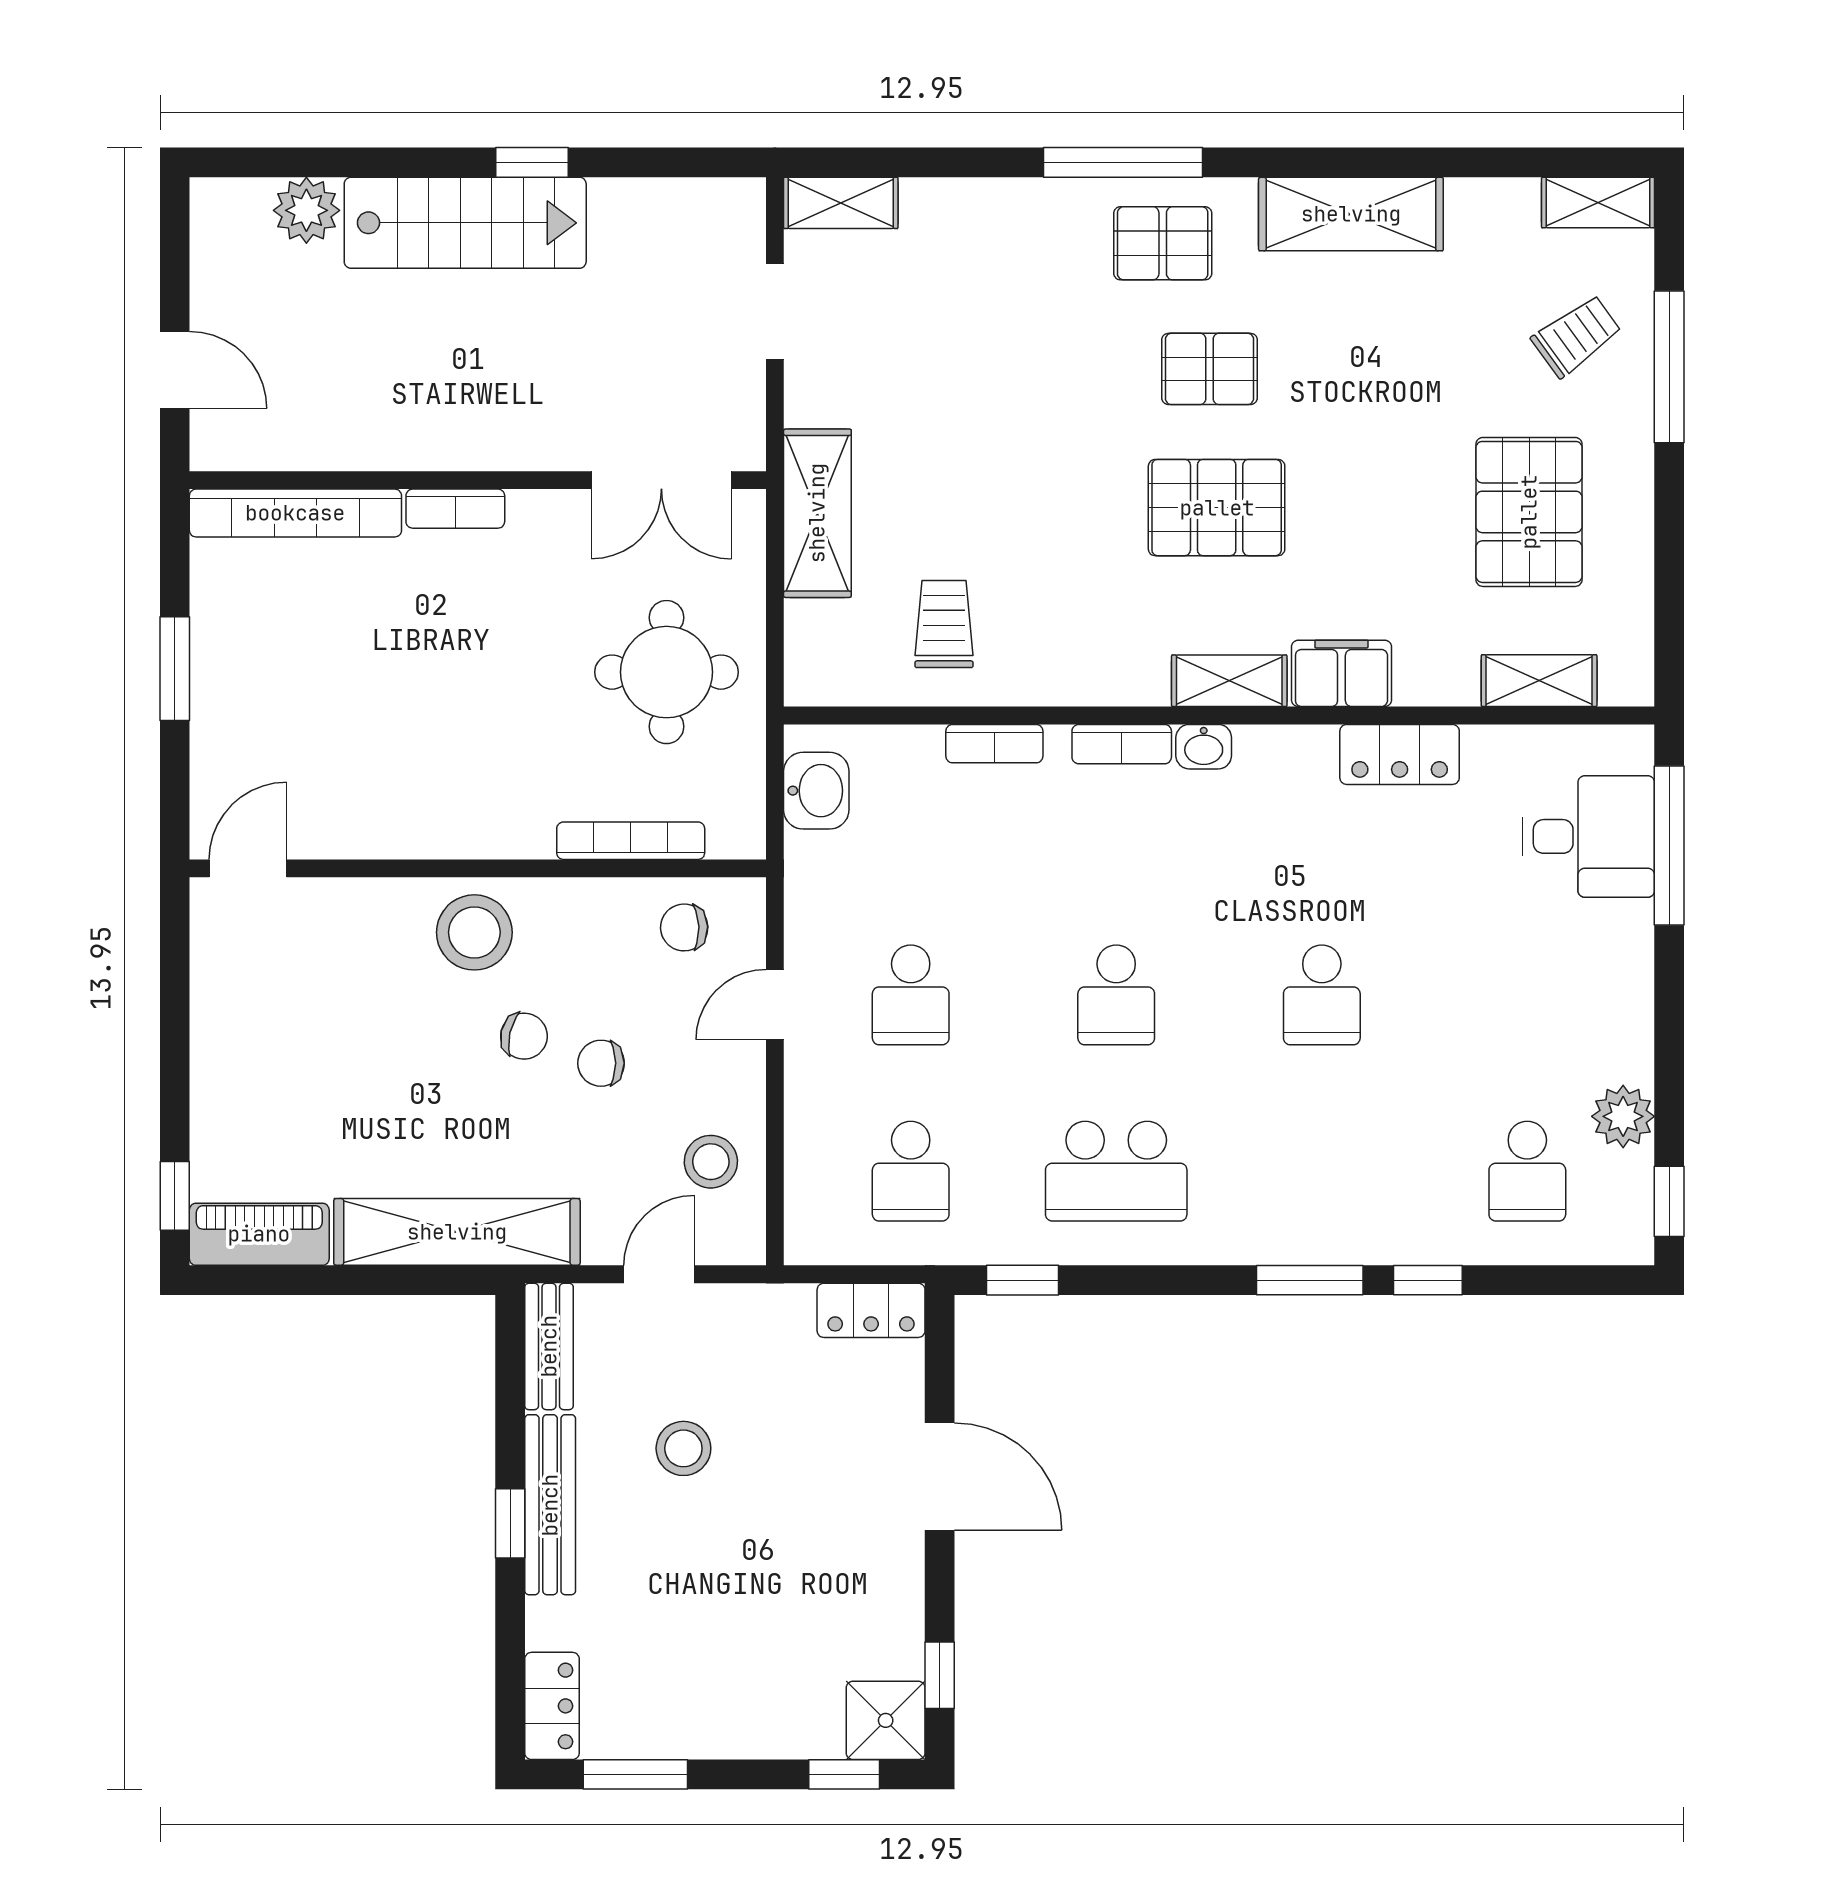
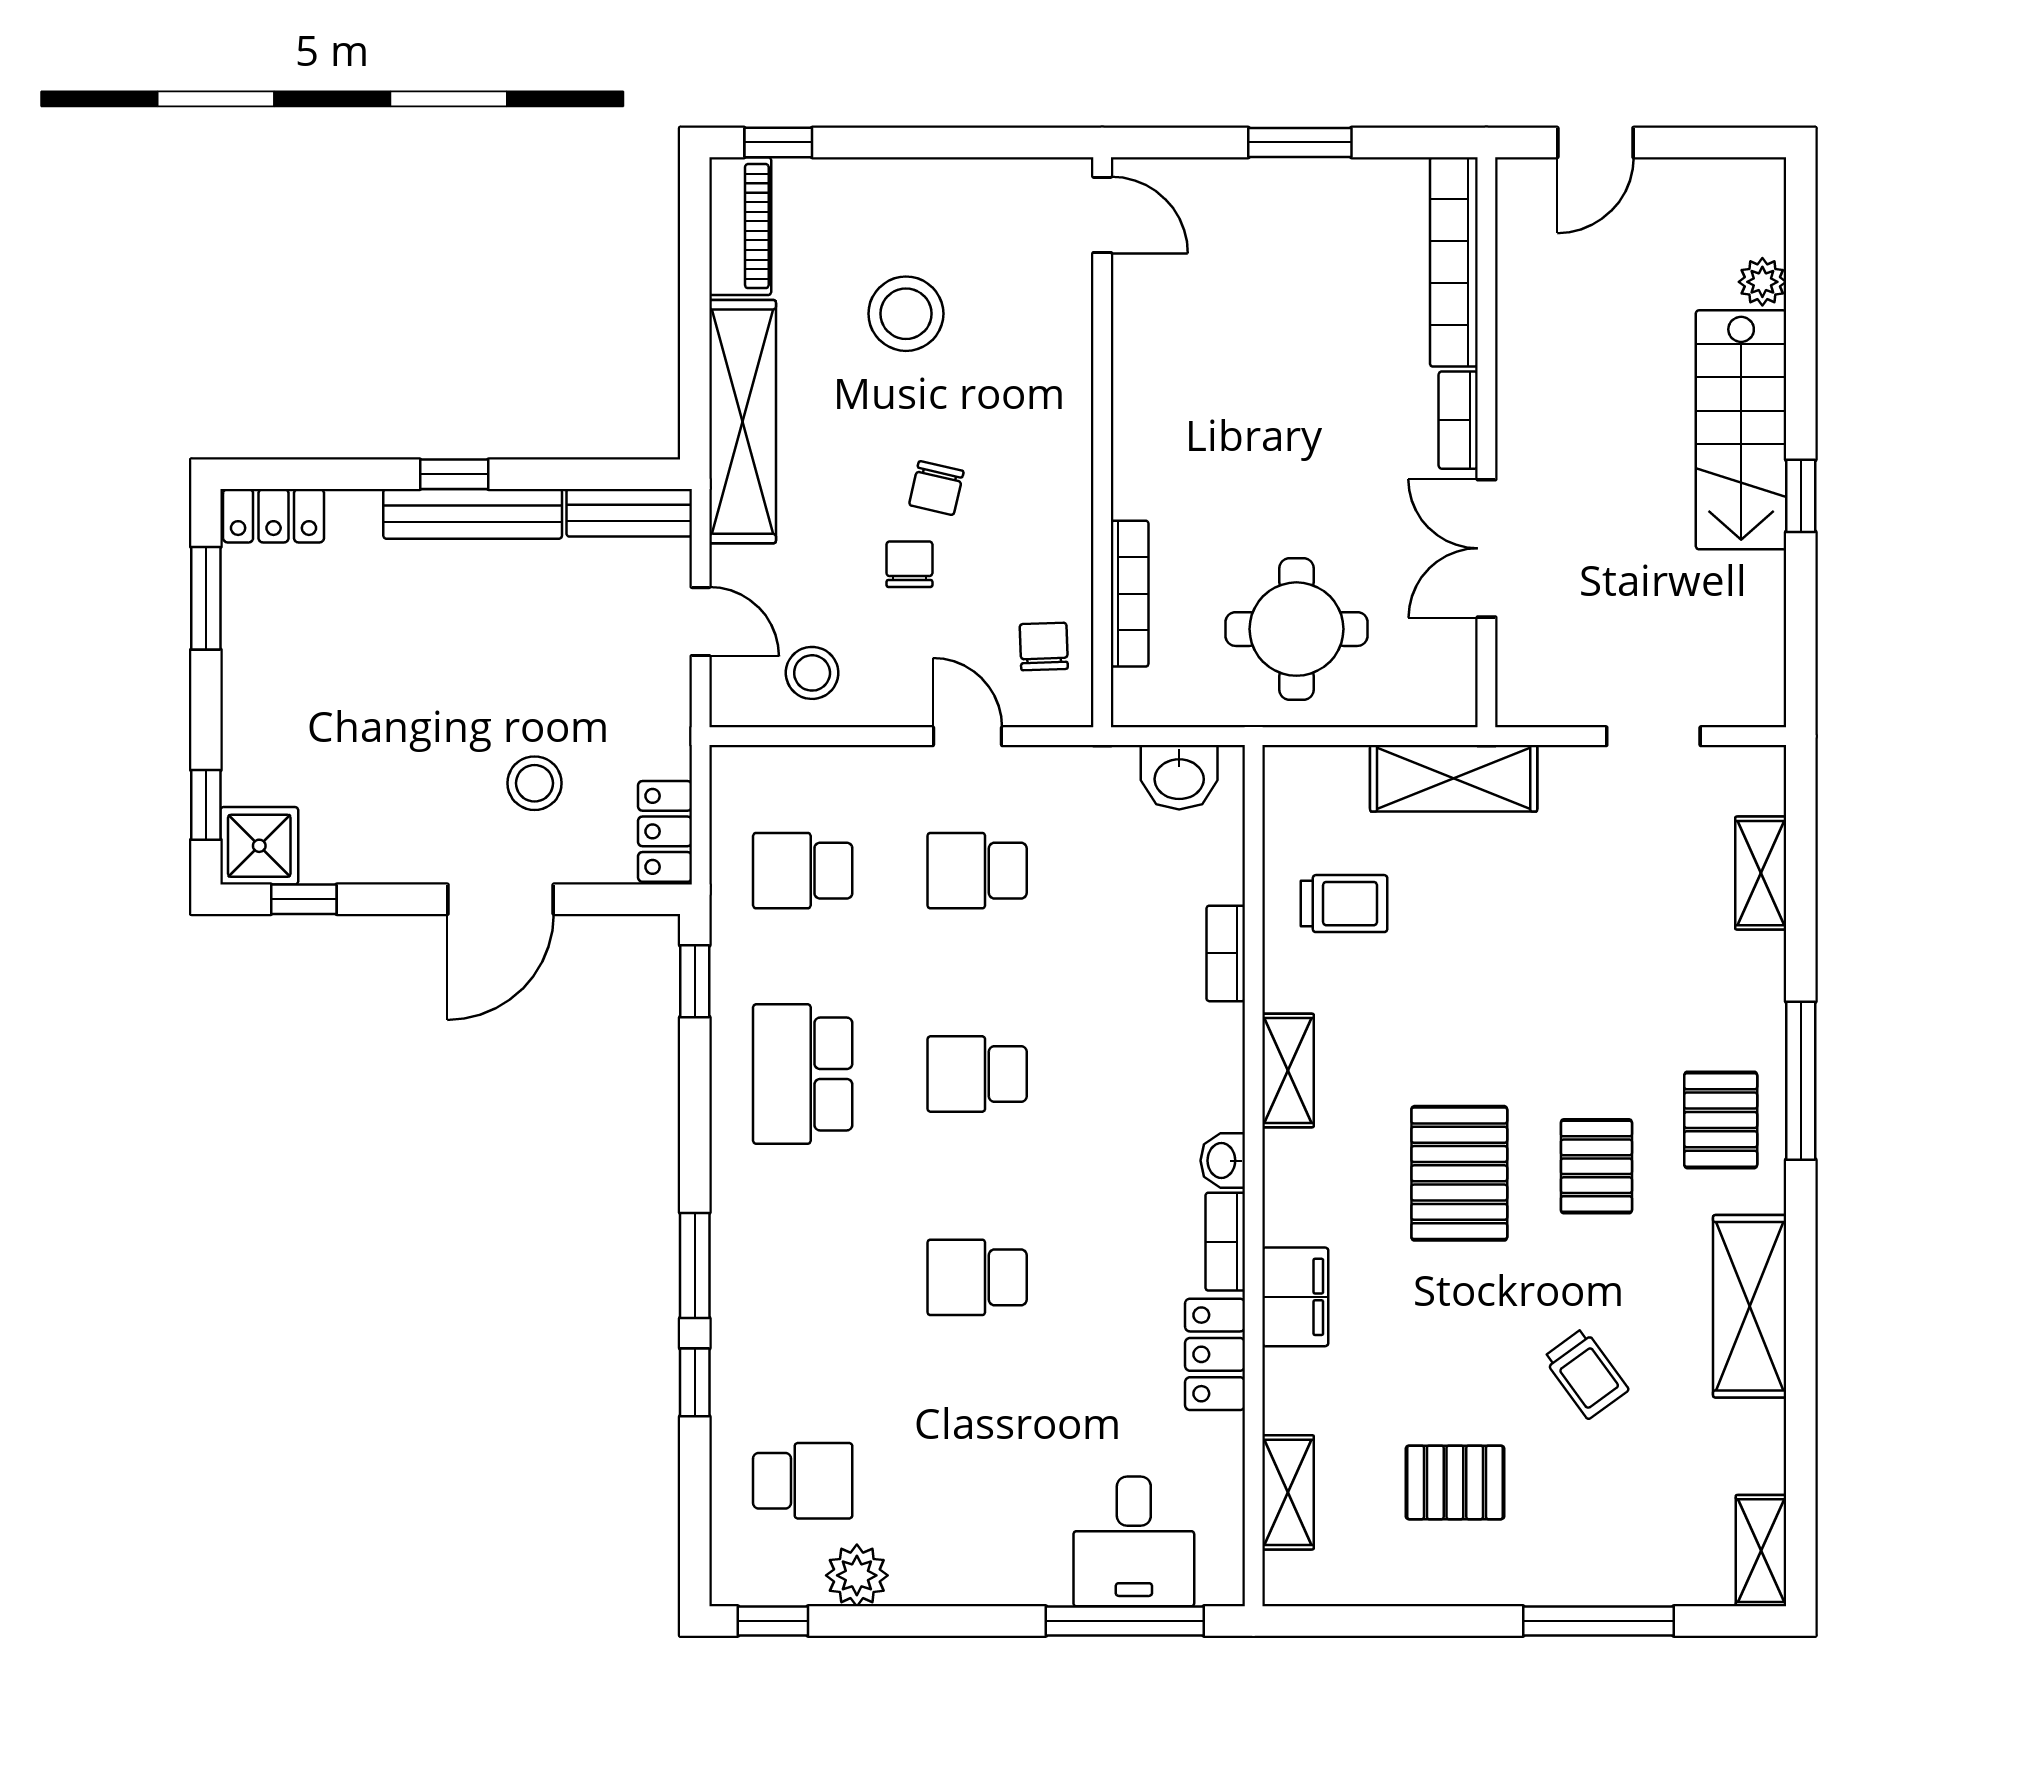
shelving: (841, 203) -> (1761, 873), moved
plant: (306, 210) -> (1762, 282), width x0.73, depth x0.73
trolley: (1576, 336) -> (1586, 1374), moved
double door: (661, 480) -> (1486, 548), moved
pallet: (1529, 512) -> (1455, 1482), width x0.67, depth x0.71
shelving: (1229, 681) -> (1288, 1071), moved
bookcase: (1122, 744) -> (1225, 1242), moved
stool: (474, 932) -> (906, 314), moved
school desk: (1527, 1171) -> (803, 1481), turned 180
stool: (683, 1448) -> (535, 783), moved

